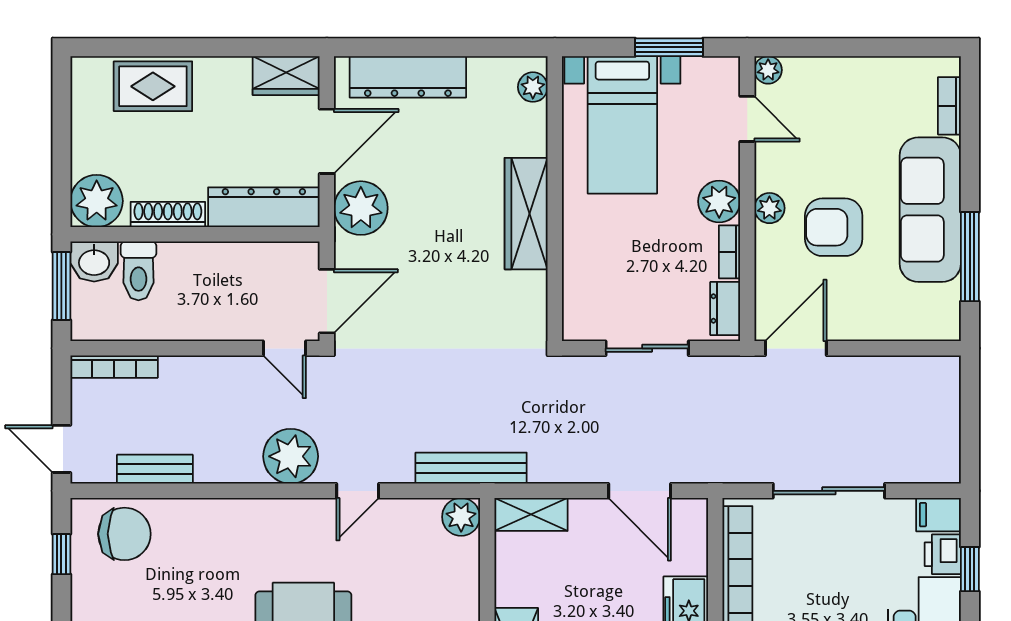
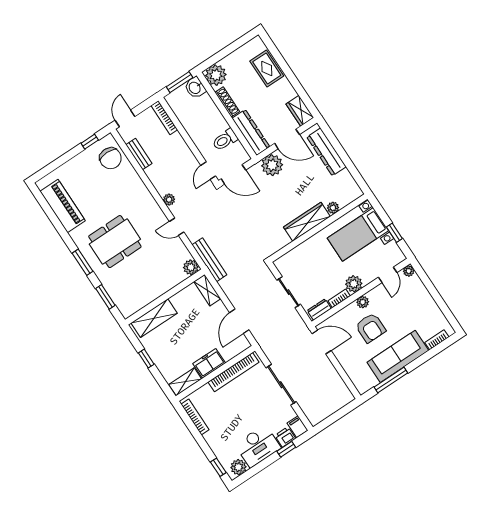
window: (669, 47) -> (394, 233), width x0.67
plant: (533, 87) -> (333, 208), moved
armchair: (834, 227) -> (371, 328), turned 180
toilet: (138, 271) -> (225, 140), moved
plant: (291, 456) -> (169, 200), width x0.53, depth x0.53

